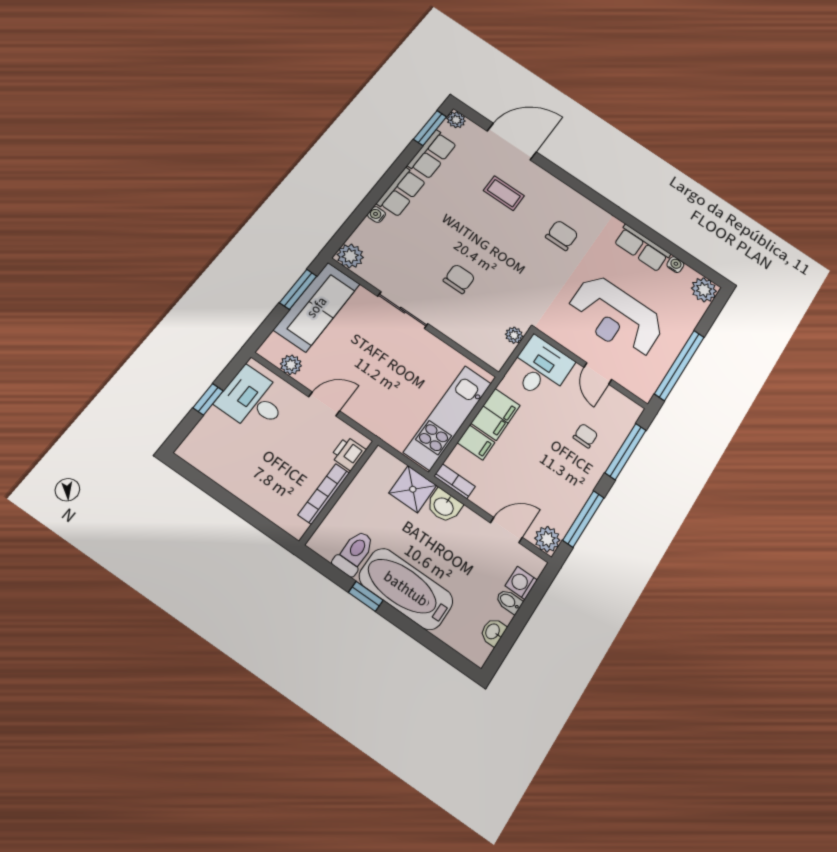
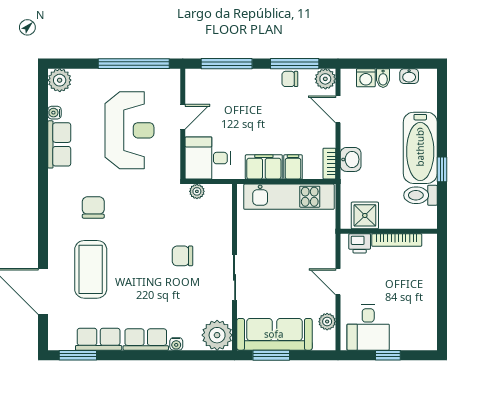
plant: (456, 120) -> (56, 342), removed
coffee table: (504, 193) -> (91, 269), width x1.86, depth x1.72
chair: (562, 235) -> (93, 207), turned 90
plant: (350, 256) -> (217, 335), width x1.36, depth x1.36
chair: (585, 436) -> (290, 79), moved
shower: (413, 489) -> (365, 215), moved

